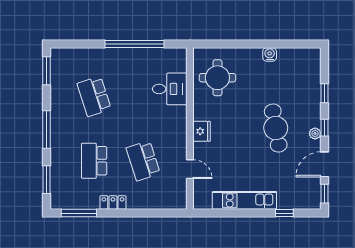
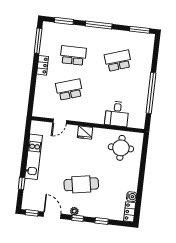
water cooler: (270, 54) -> (132, 197), moved
locker: (307, 55) -> (130, 212), added

